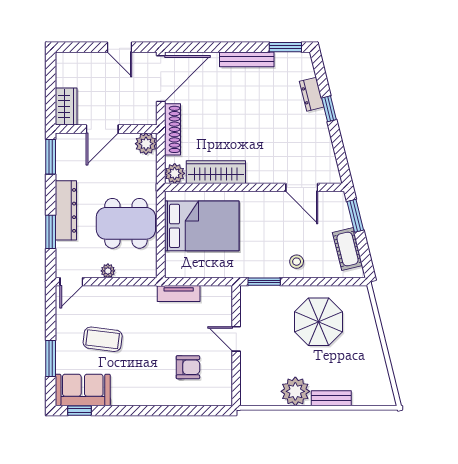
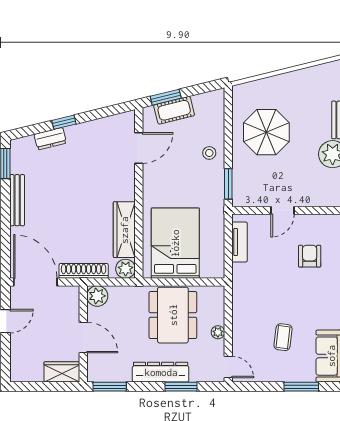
cot: (347, 249) -> (174, 110), moved
tv unit: (179, 293) -> (239, 242), moved
coffee table: (103, 339) -> (283, 337), width x0.73, depth x0.77

